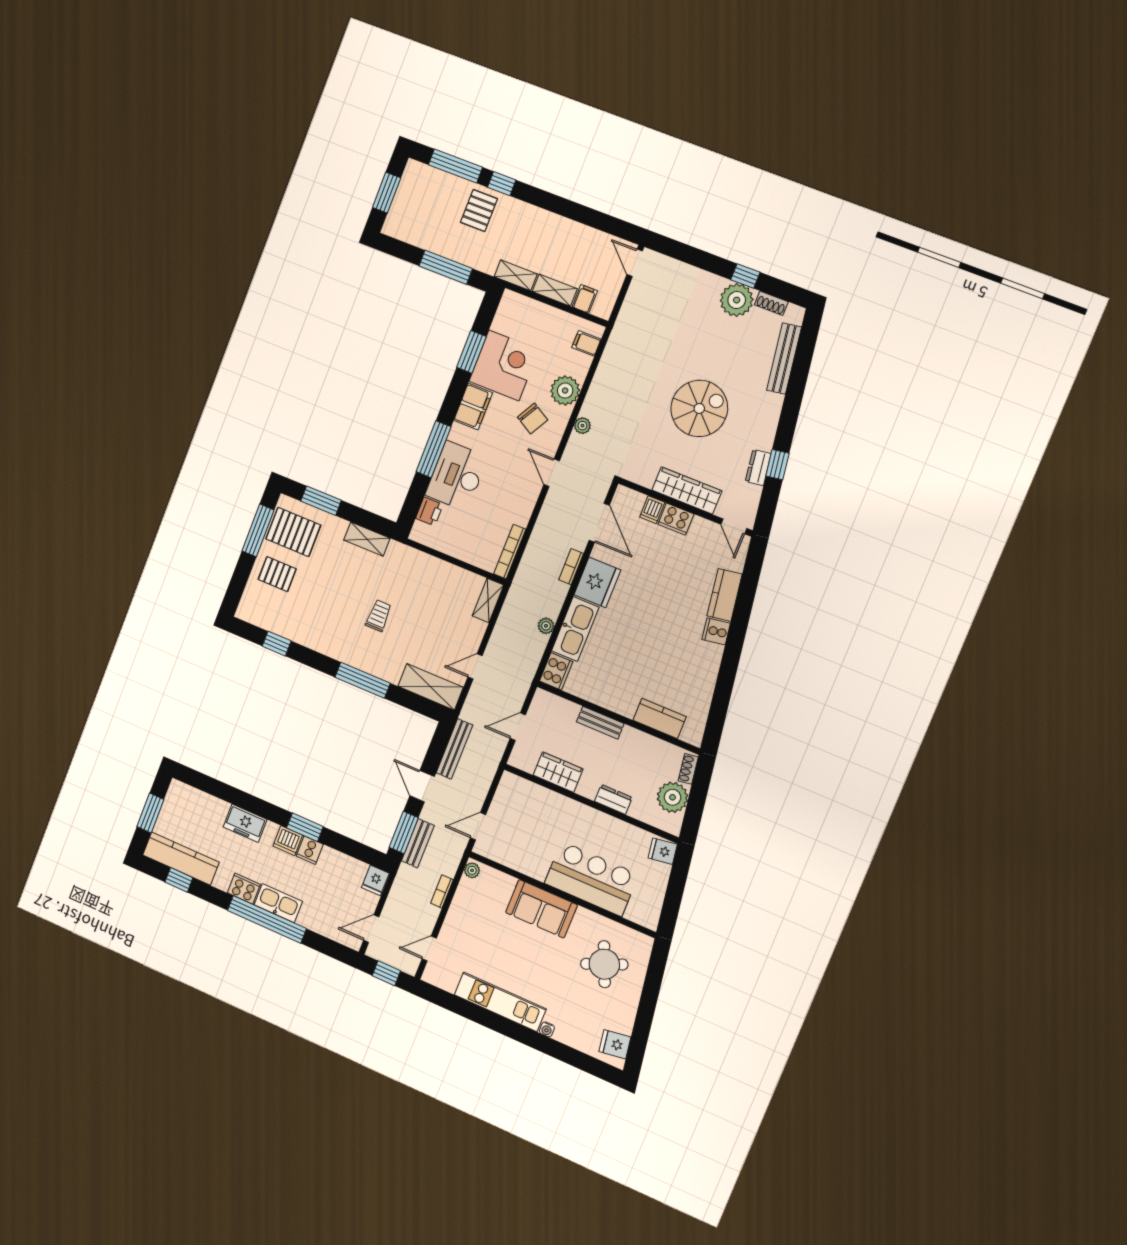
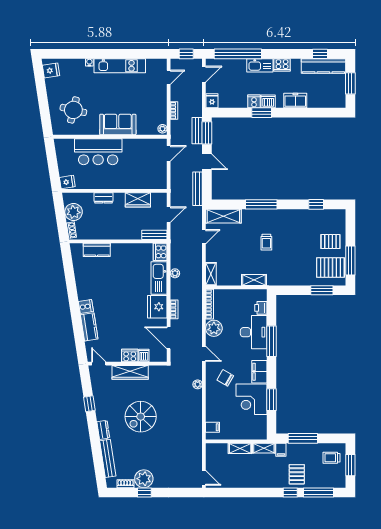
trolley: (412, 217) -> (331, 458), added
filing cabinet: (585, 299) -> (281, 450), moved
plant: (565, 391) -> (214, 328), moved
dresser: (758, 468) -> (103, 430), moved
shelving: (367, 539) -> (254, 280), moved
bench: (600, 723) -> (154, 235), moved
window: (267, 919) -> (238, 54), moved
round table: (604, 964) -> (73, 110), turned 36

